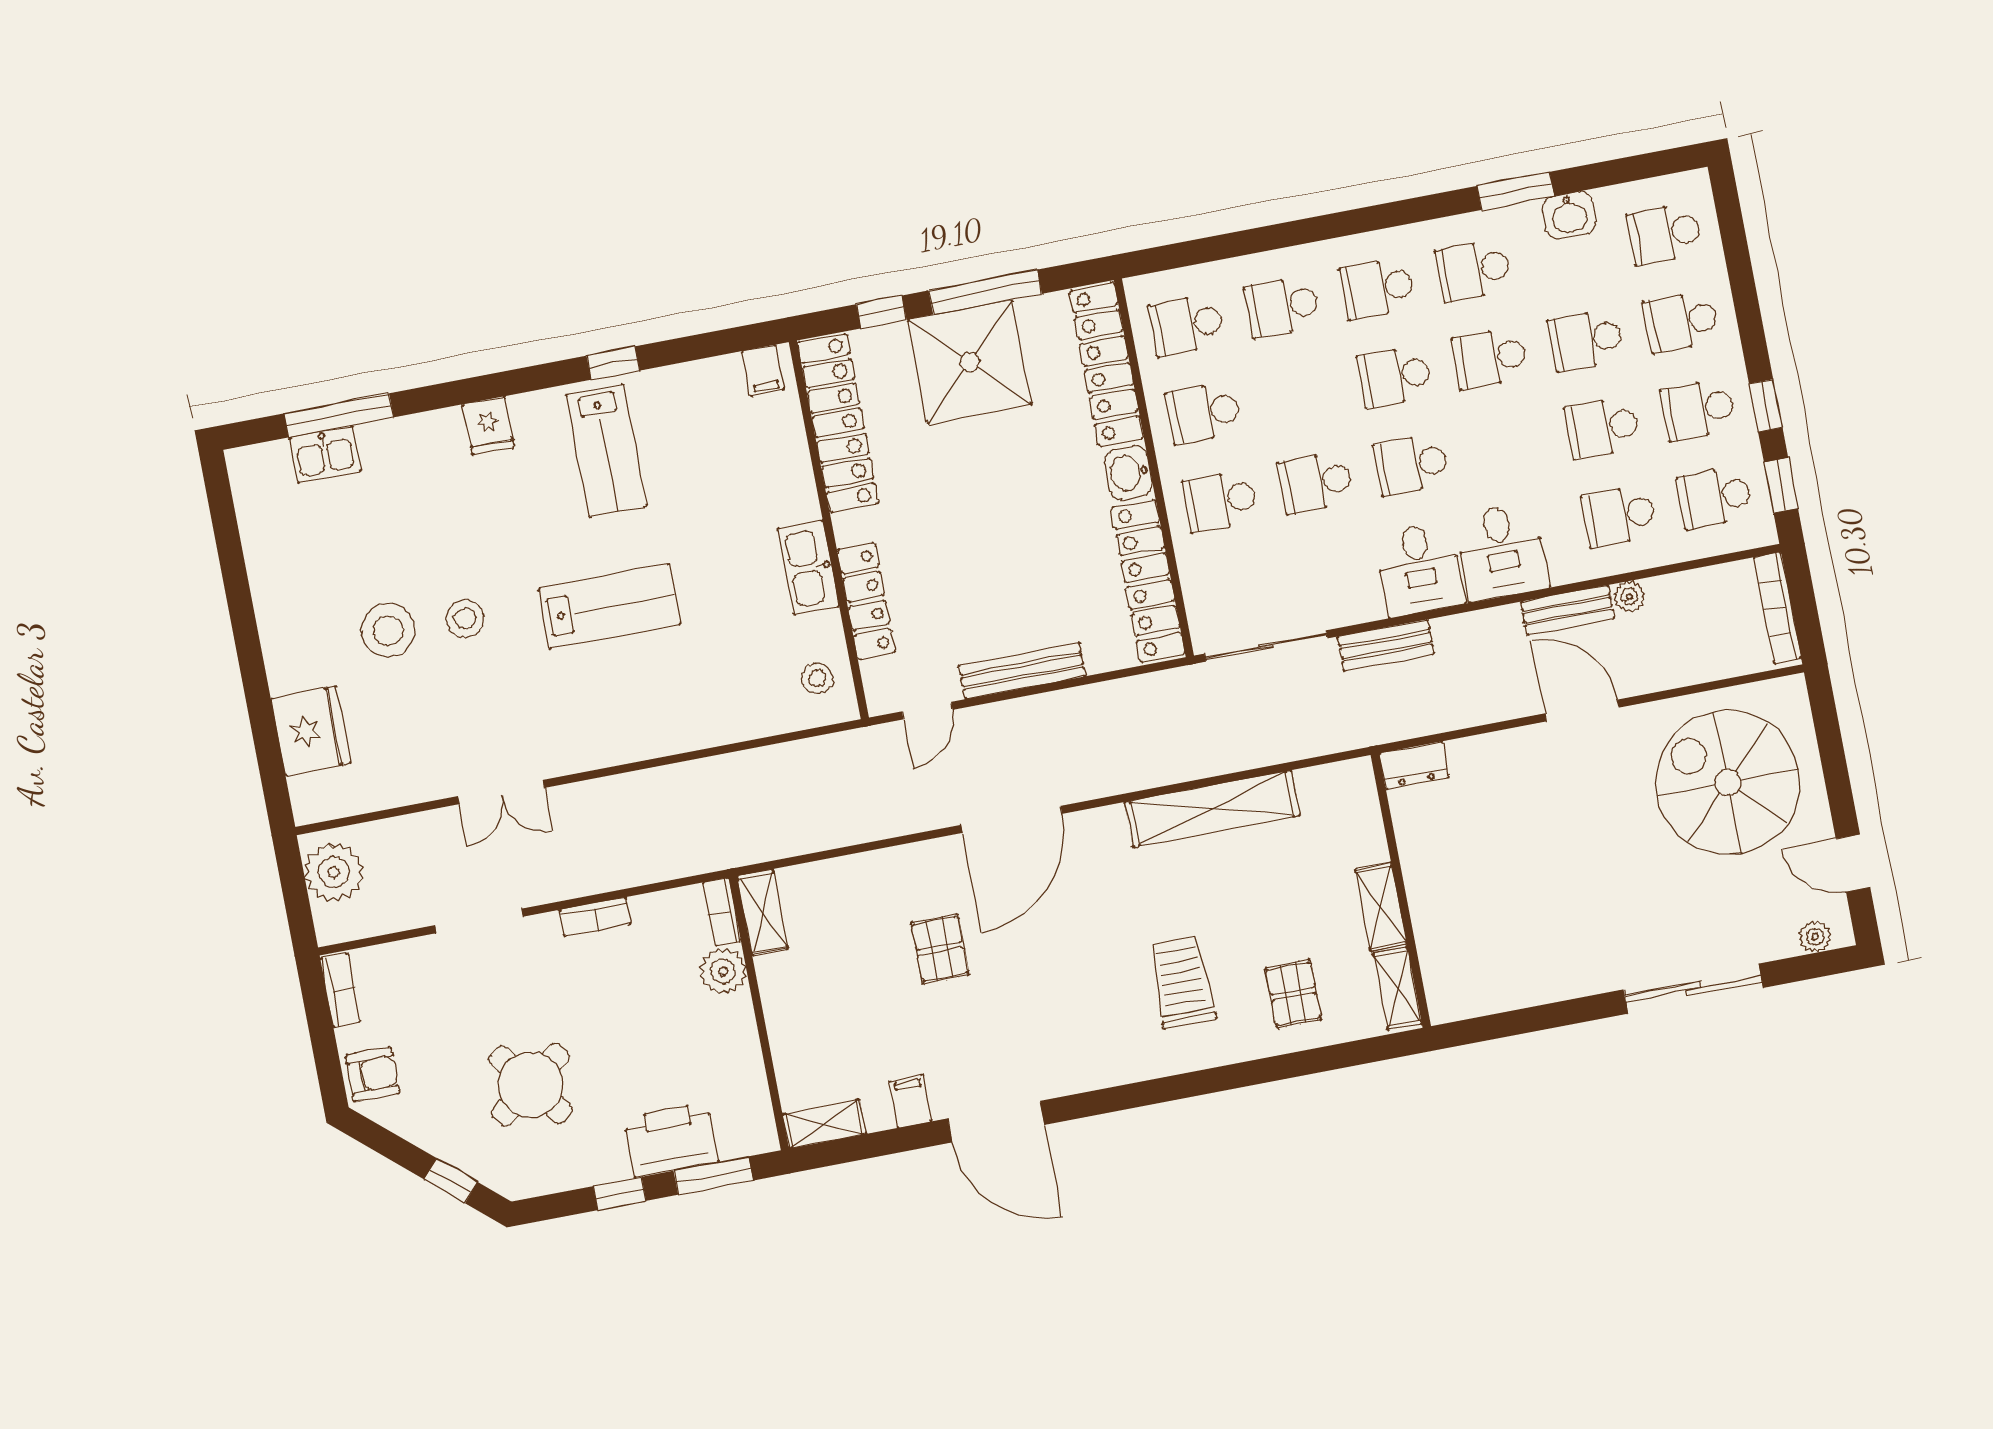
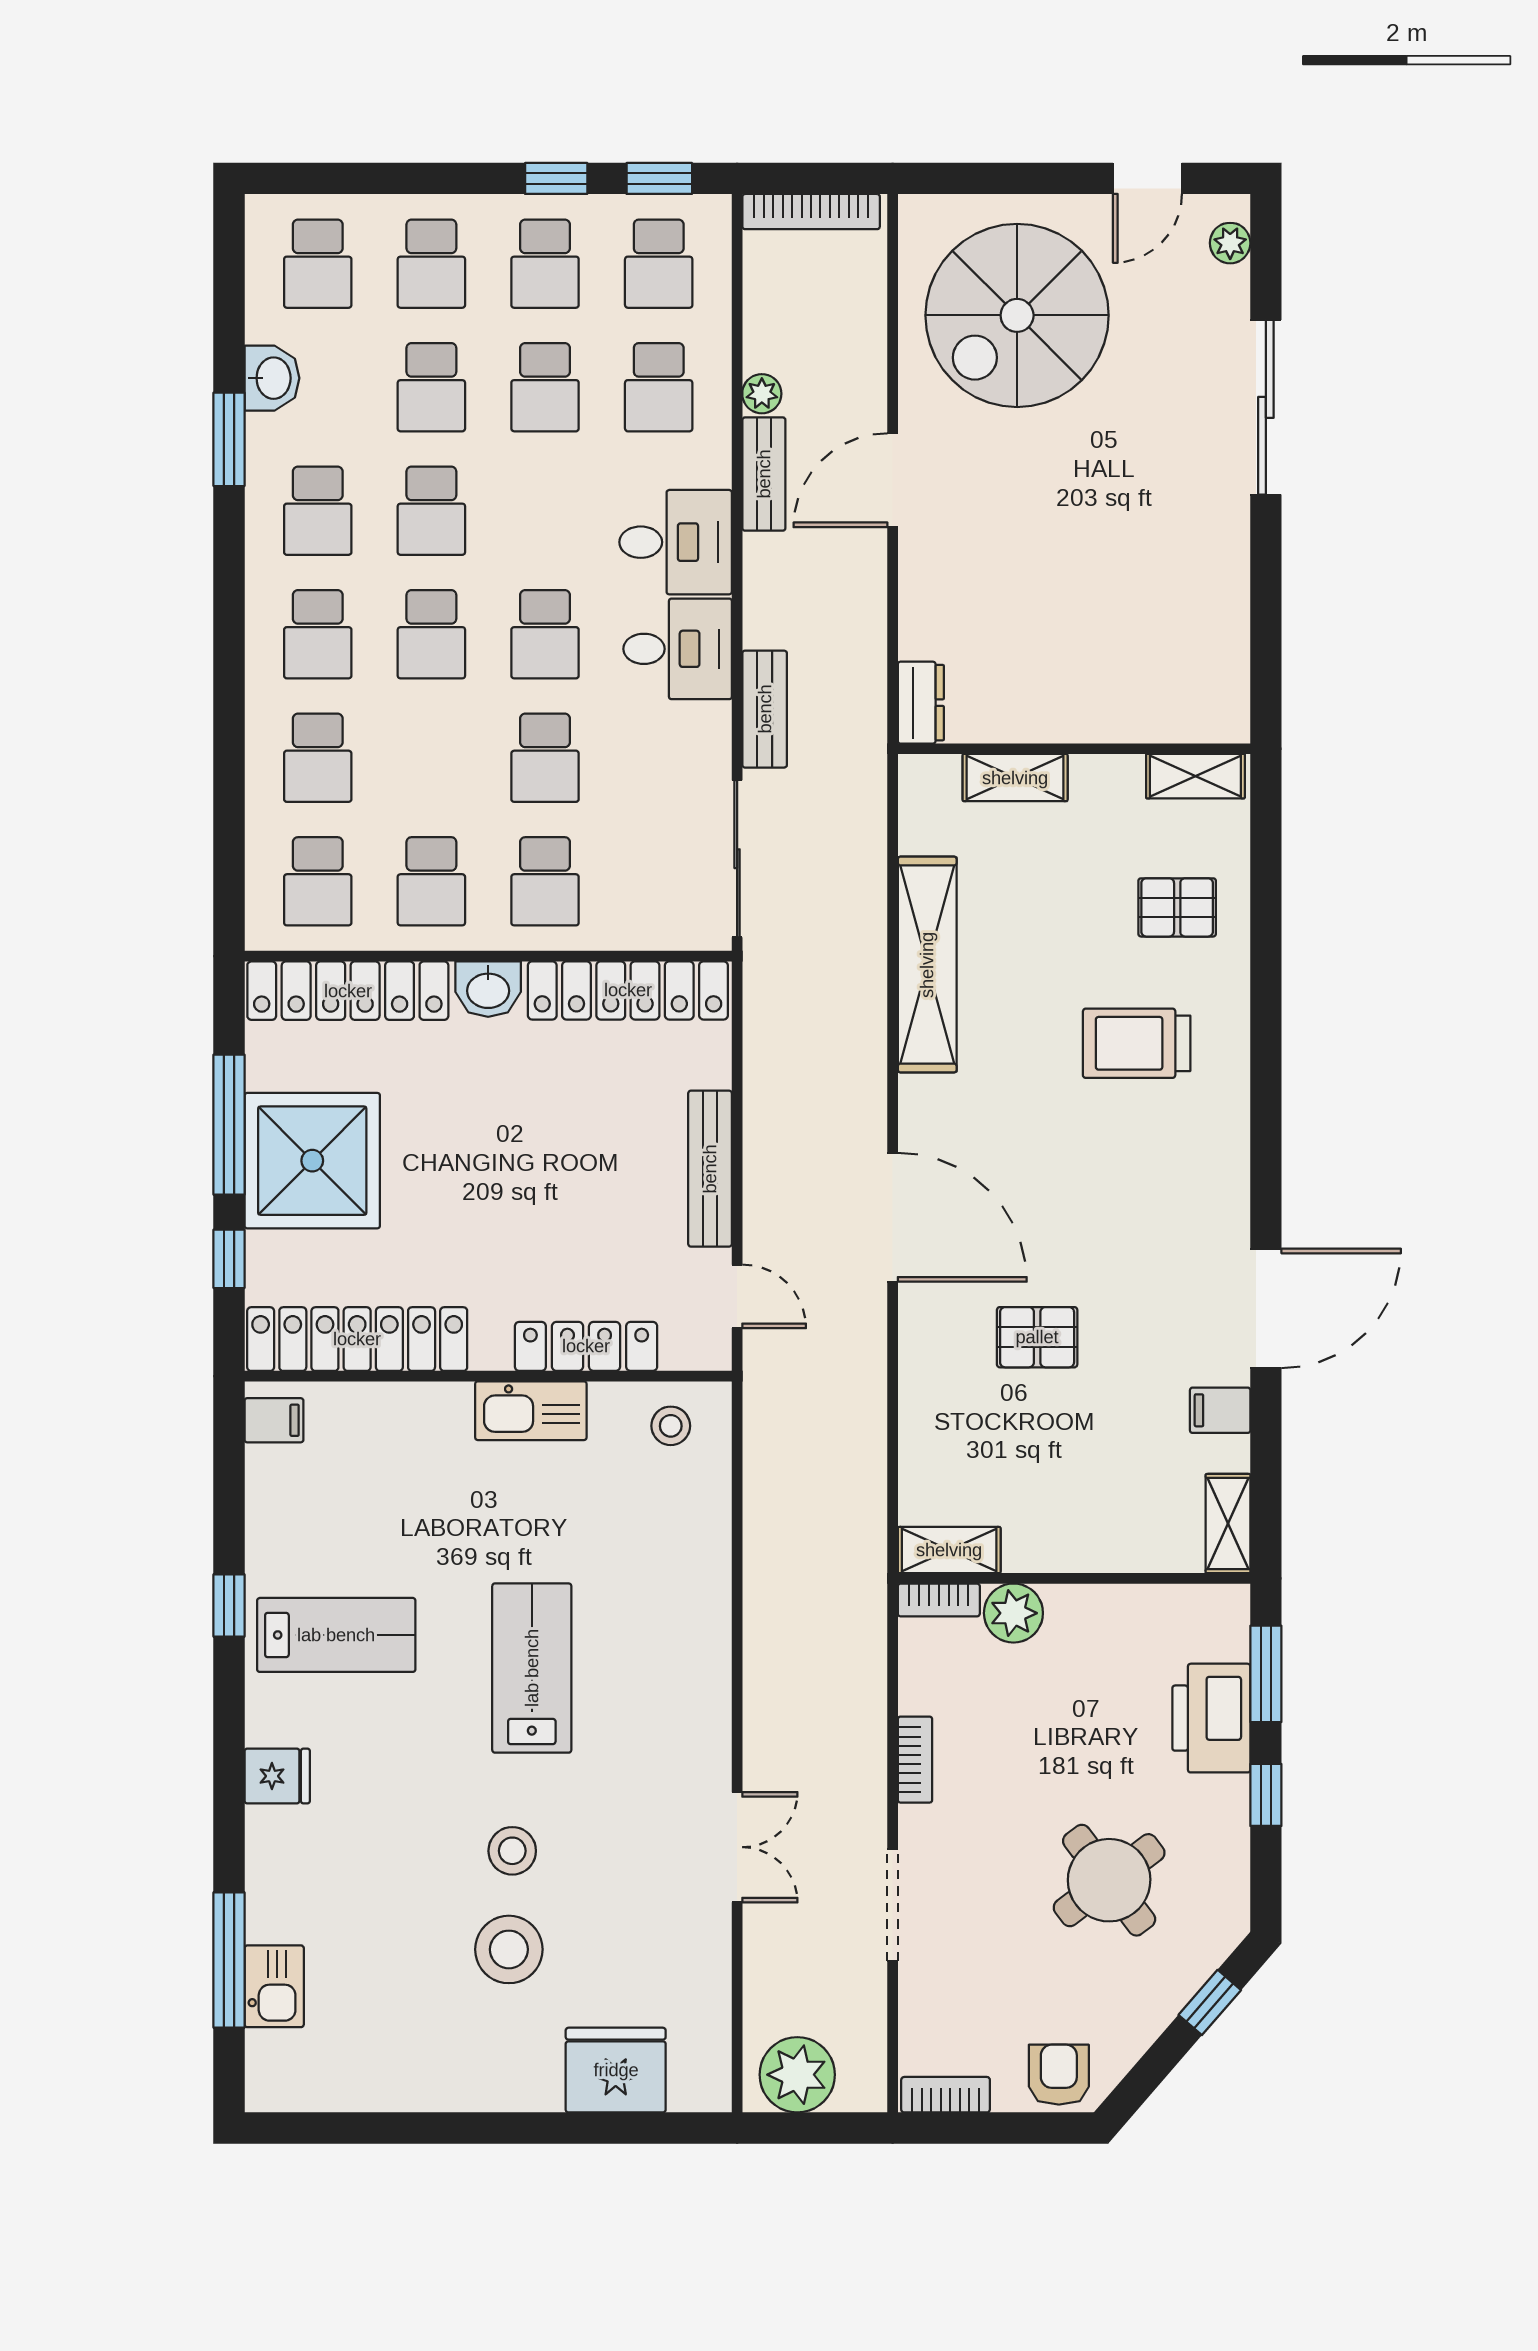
shelving: (1381, 907) -> (1015, 778), moved

